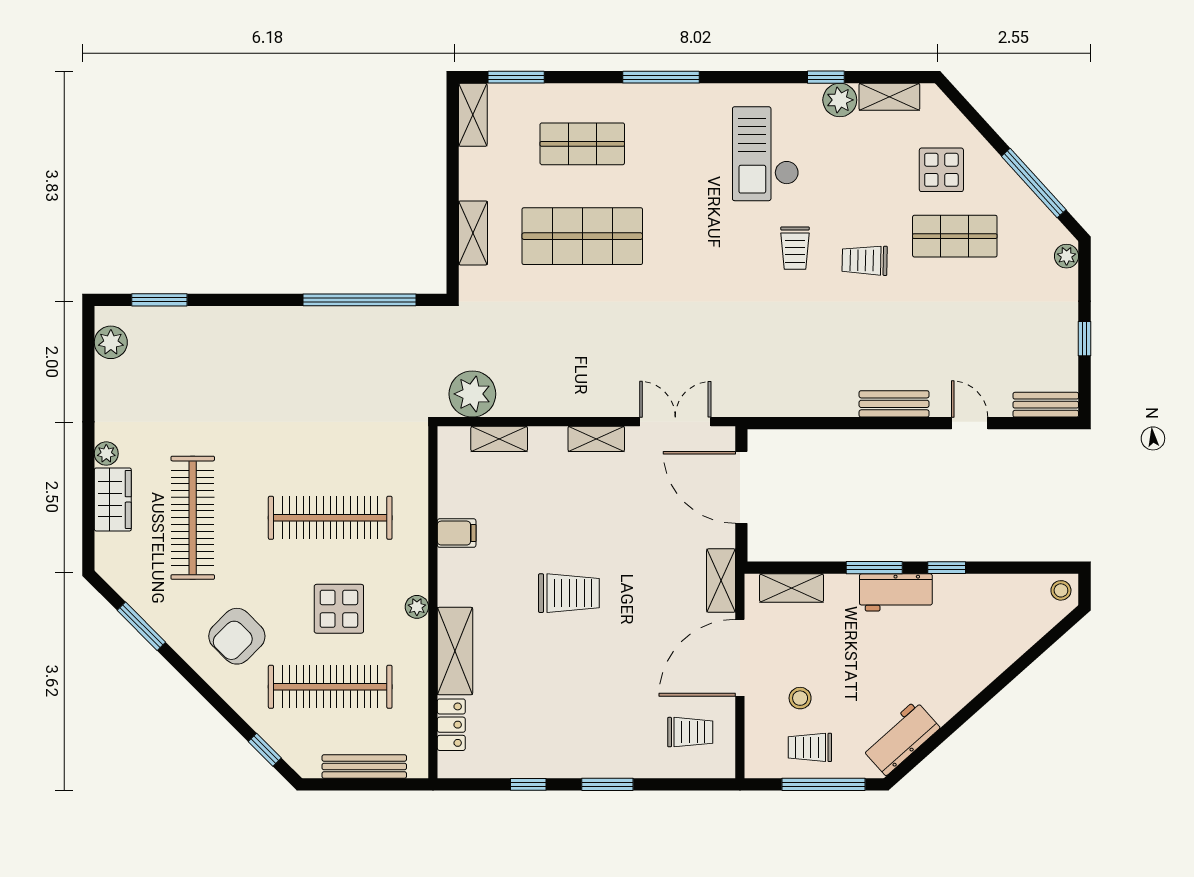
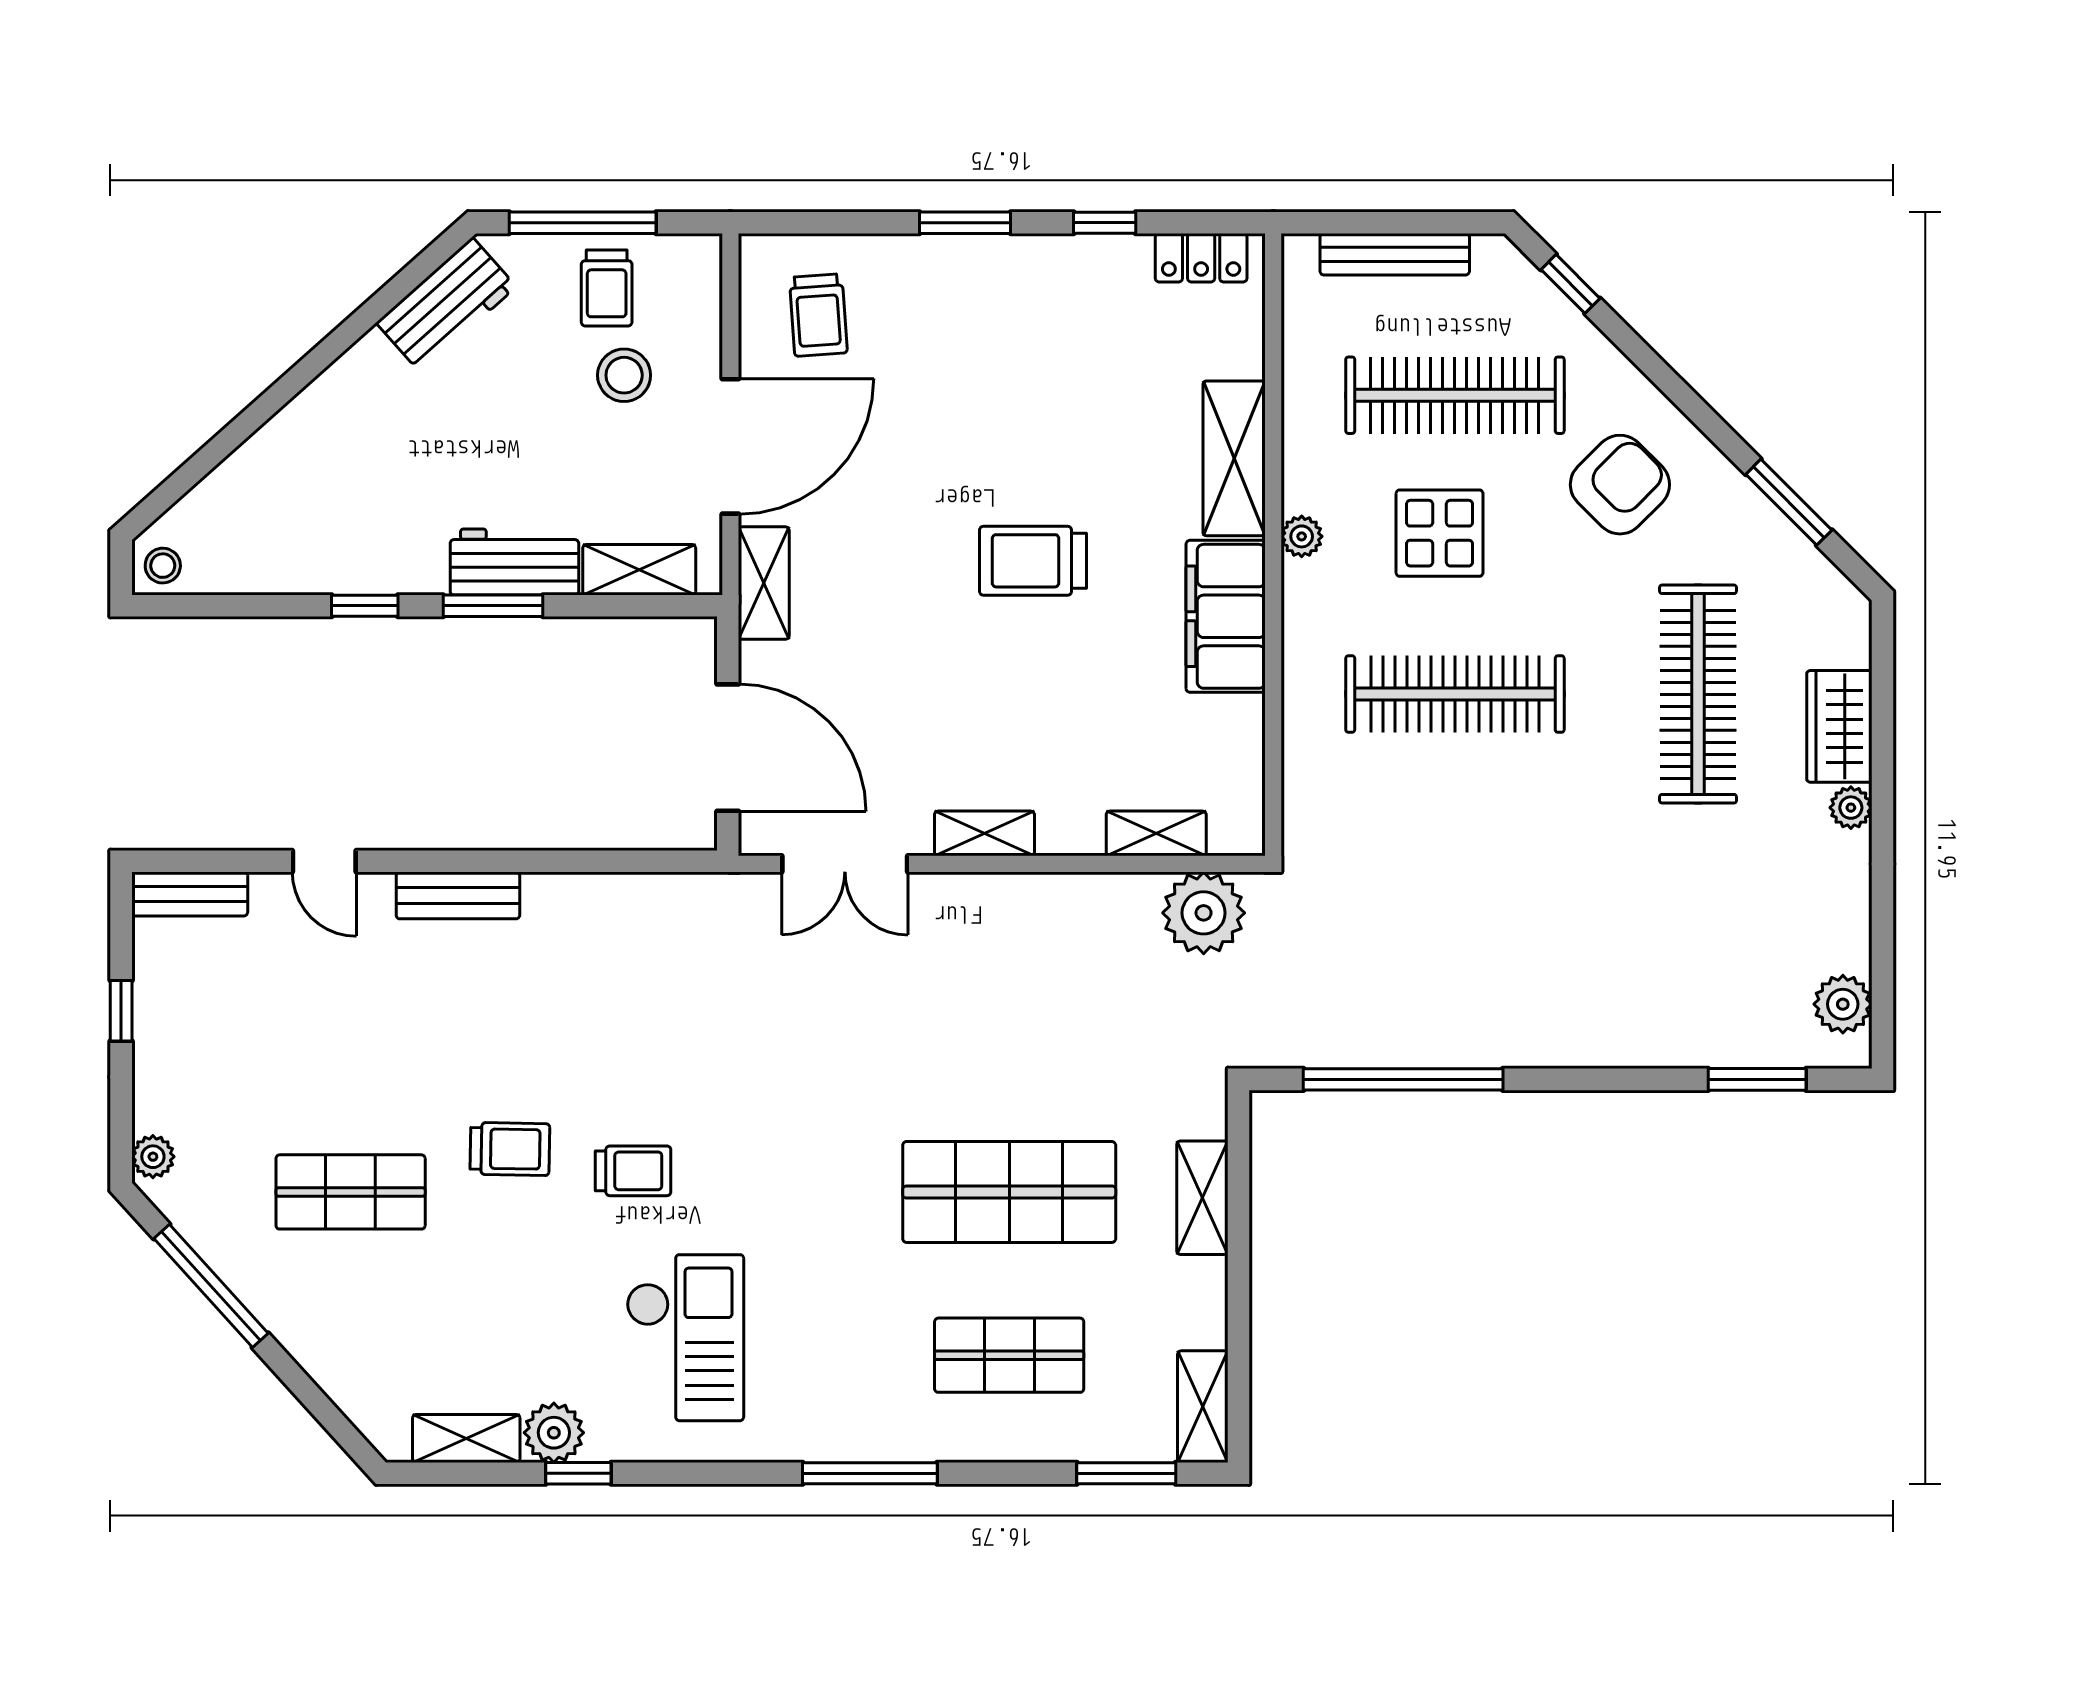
display table: (941, 170) -> (374, 1309), removed
trolley: (795, 248) -> (633, 1171), turned 90
filing cabinet: (457, 533) -> (1226, 616), width x3.00, depth x1.17
workbench: (896, 592) -> (514, 562), moved
stool: (800, 698) -> (624, 375), width x1.37, depth x1.37
locker: (451, 725) -> (1201, 258), moved, turned -90
trolley: (690, 732) -> (818, 315), turned -94
trolley: (810, 747) -> (607, 288), turned 90

